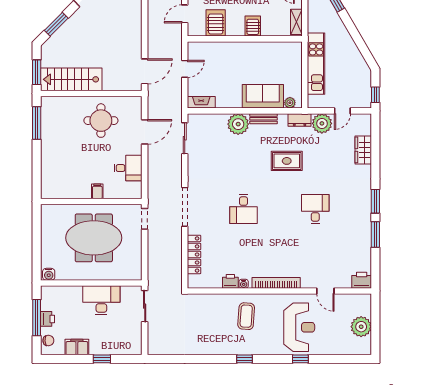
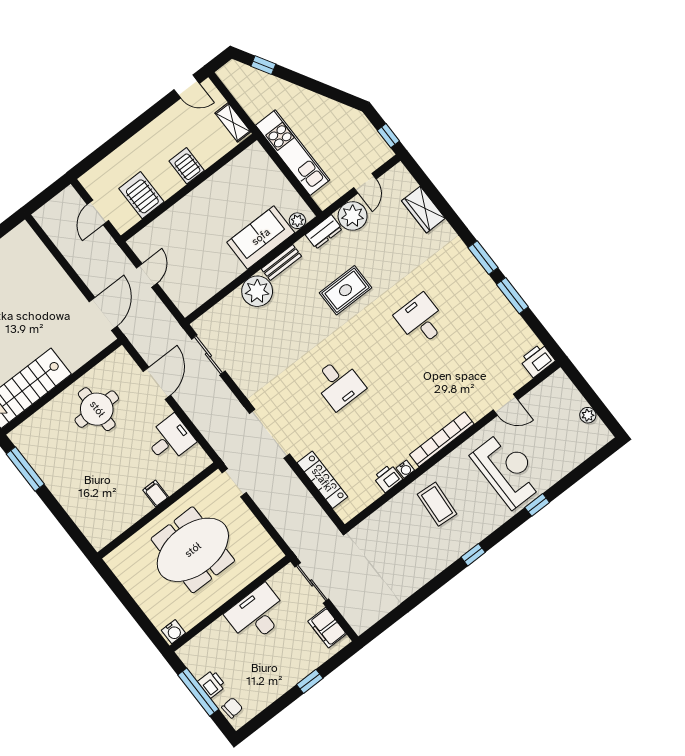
fireplace: (201, 102) -> (195, 299), removed
plant: (361, 327) -> (588, 415), width x0.53, depth x0.53
filing cabinet: (77, 347) -> (327, 628), moved, turned -90

